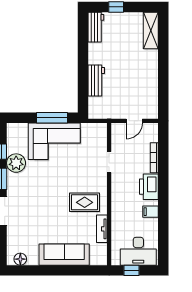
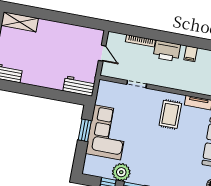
workbench: (96, 80) -> (79, 86), moved
window: (52, 118) -> (85, 130), width x0.69

